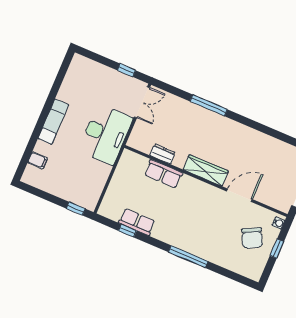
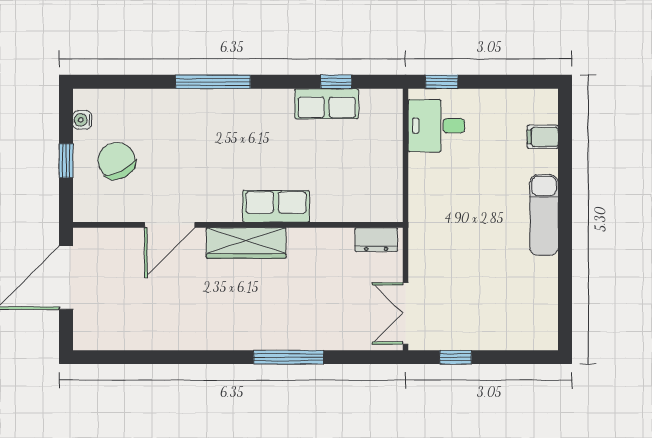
desk: (105, 134) -> (436, 126), moved, width x0.53, depth x0.77
dresser: (163, 154) -> (376, 240), moved
row of seats: (163, 174) -> (276, 206), moved
water cooler: (278, 223) -> (82, 120), moved

